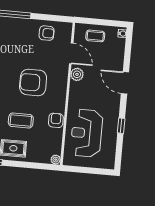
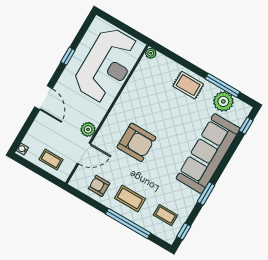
door: (71, 53) -> (84, 153), swing flipped
armchair: (56, 120) -> (132, 93), removed
coffee table: (21, 121) -> (130, 198), moved
reception desk: (87, 133) -> (107, 65), width x1.36, depth x1.30

